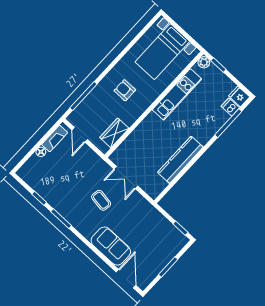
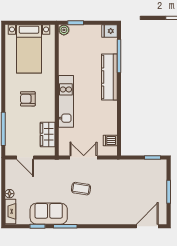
kitchen unit: (177, 94) -> (66, 101), moved
dishwasher: (230, 107) -> (110, 141), moved
fireplace: (55, 138) -> (10, 211), moved
kitchen counter: (180, 160) -> (109, 77), moved
double door: (126, 178) -> (84, 158), swing flipped
sofa: (111, 246) -> (49, 214), moved
door: (126, 279) -> (147, 226), hinge flipped

